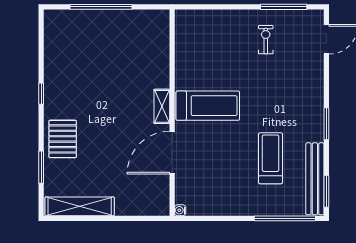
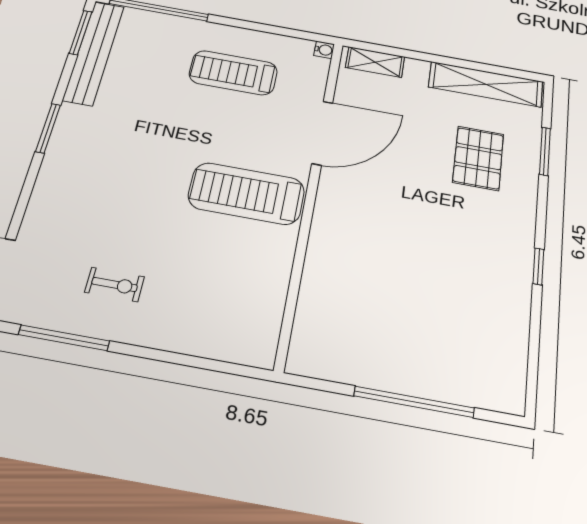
exercise bike: (266, 40) -> (115, 285), turned -90
shelving: (162, 106) -> (375, 62), moved, turned 90
pallet: (63, 139) -> (478, 158), moved
treadmill: (271, 158) -> (233, 73), moved, turned 90

